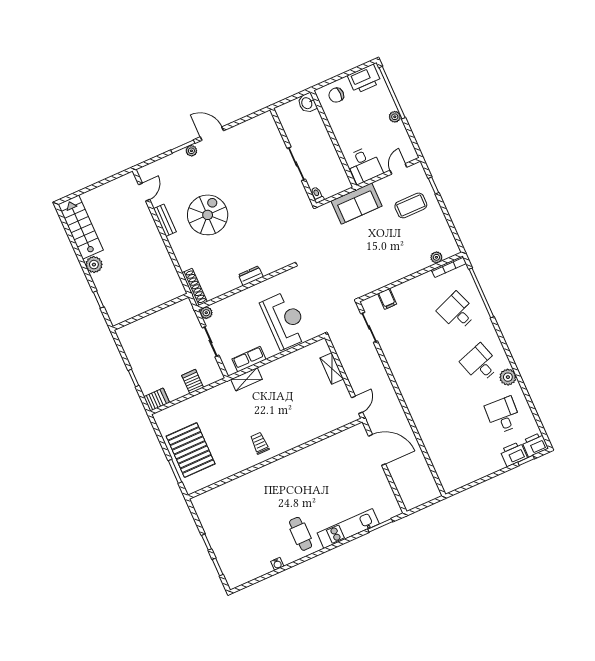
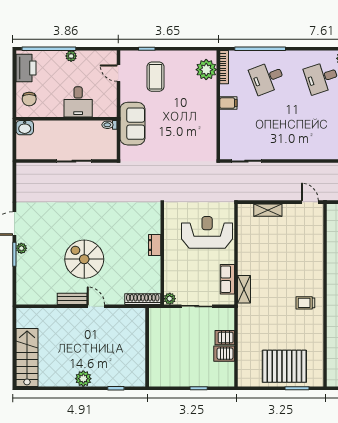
desk: (364, 165) -> (78, 102), moved, turned 90
door: (144, 192) -> (96, 306), moved
toilet: (317, 195) -> (109, 125), moved
stairs: (81, 227) -> (27, 358), moved, turned 90
plant: (436, 257) -> (206, 70), width x1.88, depth x1.88
filing cabinet: (387, 299) -> (228, 103), moved
server rack: (157, 400) -> (224, 354), moved, turned -90

